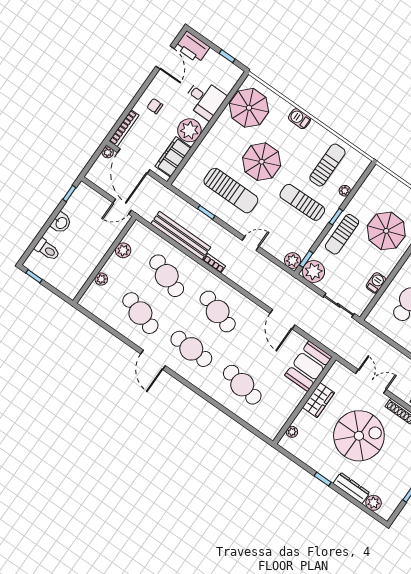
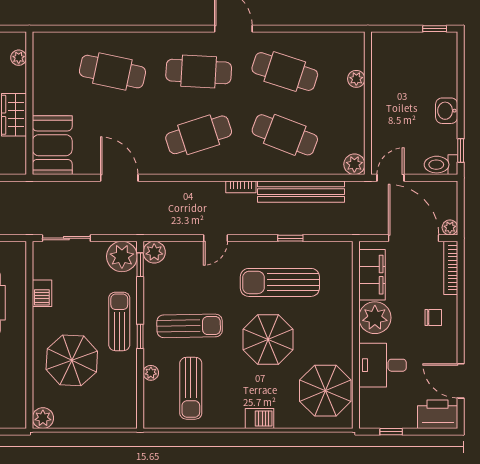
toilet: (47, 250) -> (441, 165), moved
plant: (123, 250) -> (354, 164), moved
cafe table: (218, 311) -> (199, 135), turned -36

